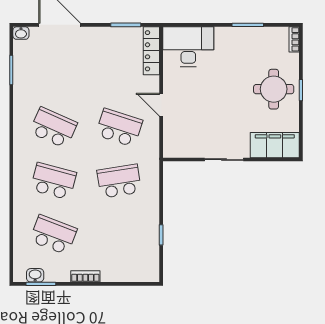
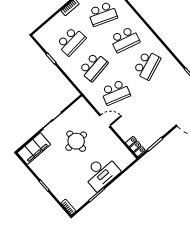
desk: (188, 47) -> (101, 173), moved
locker: (151, 51) -> (135, 147), width x0.66
round table: (274, 89) -> (76, 141), moved
school desk: (53, 128) -> (147, 65), turned -45
school desk: (119, 235) -> (71, 41), added

